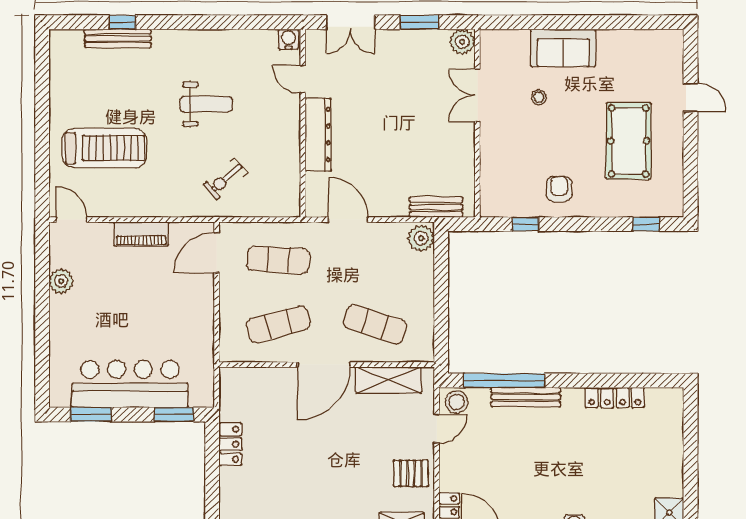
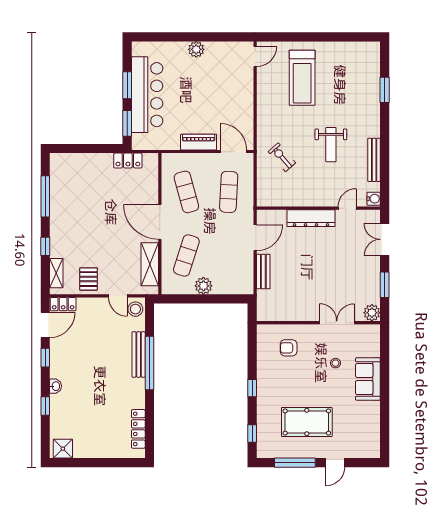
window: (123, 22) -> (385, 90), width x1.50
bench: (118, 38) -> (374, 160), moved
window: (690, 159) -> (295, 463), added
armchair: (559, 189) -> (289, 348), moved, turned 180
bench: (436, 207) -> (263, 272), moved
window: (526, 224) -> (252, 388), moved
piano: (141, 234) -> (199, 142), moved, turned 90
plant: (421, 238) -> (203, 286), moved
plant: (61, 281) -> (196, 49), moved
window: (504, 381) -> (149, 363), moved
locker: (615, 398) -> (138, 429), moved
window: (91, 415) -> (127, 85), moved
locker: (230, 444) -> (128, 161), moved

